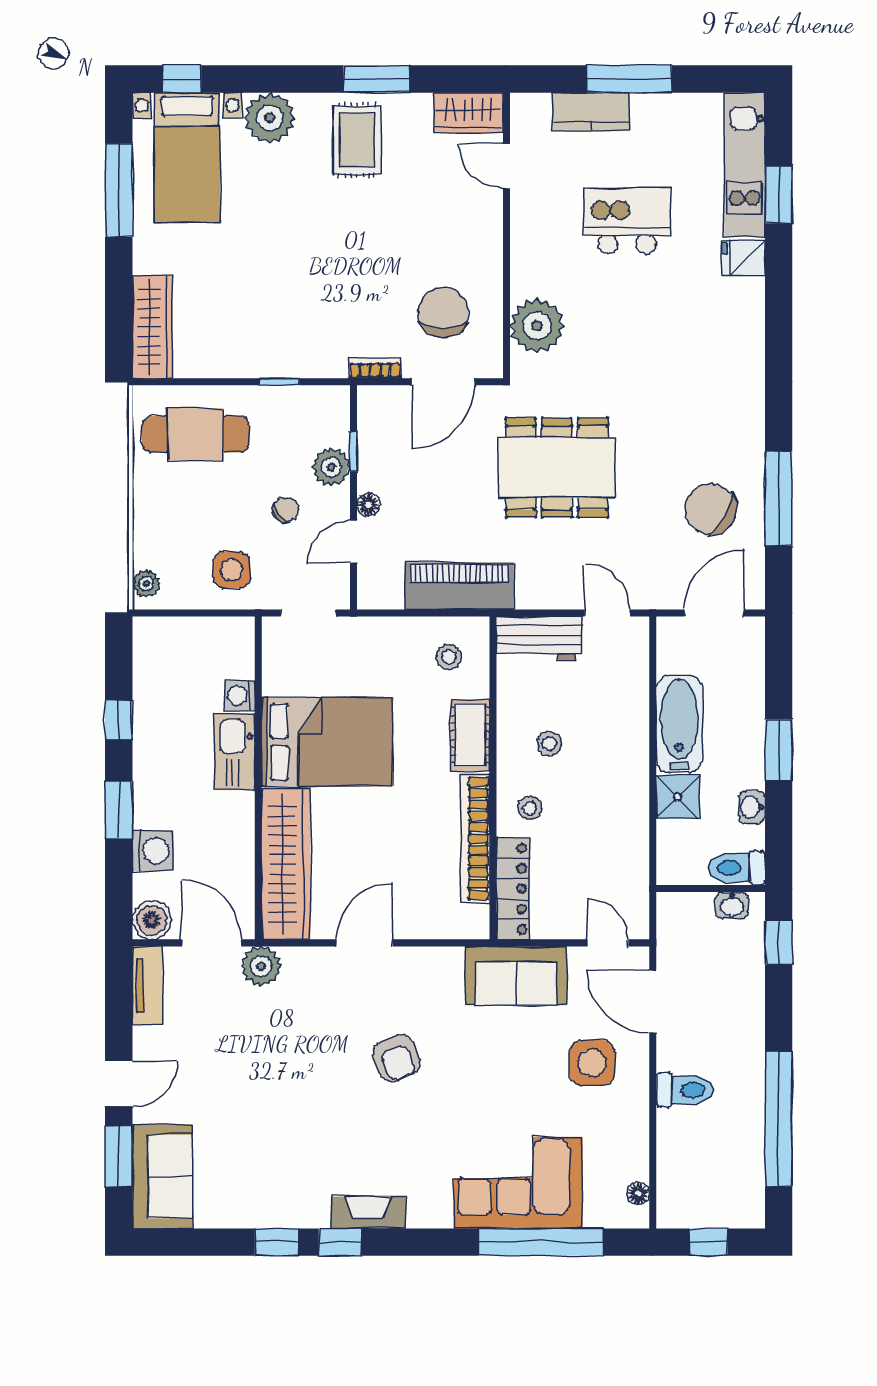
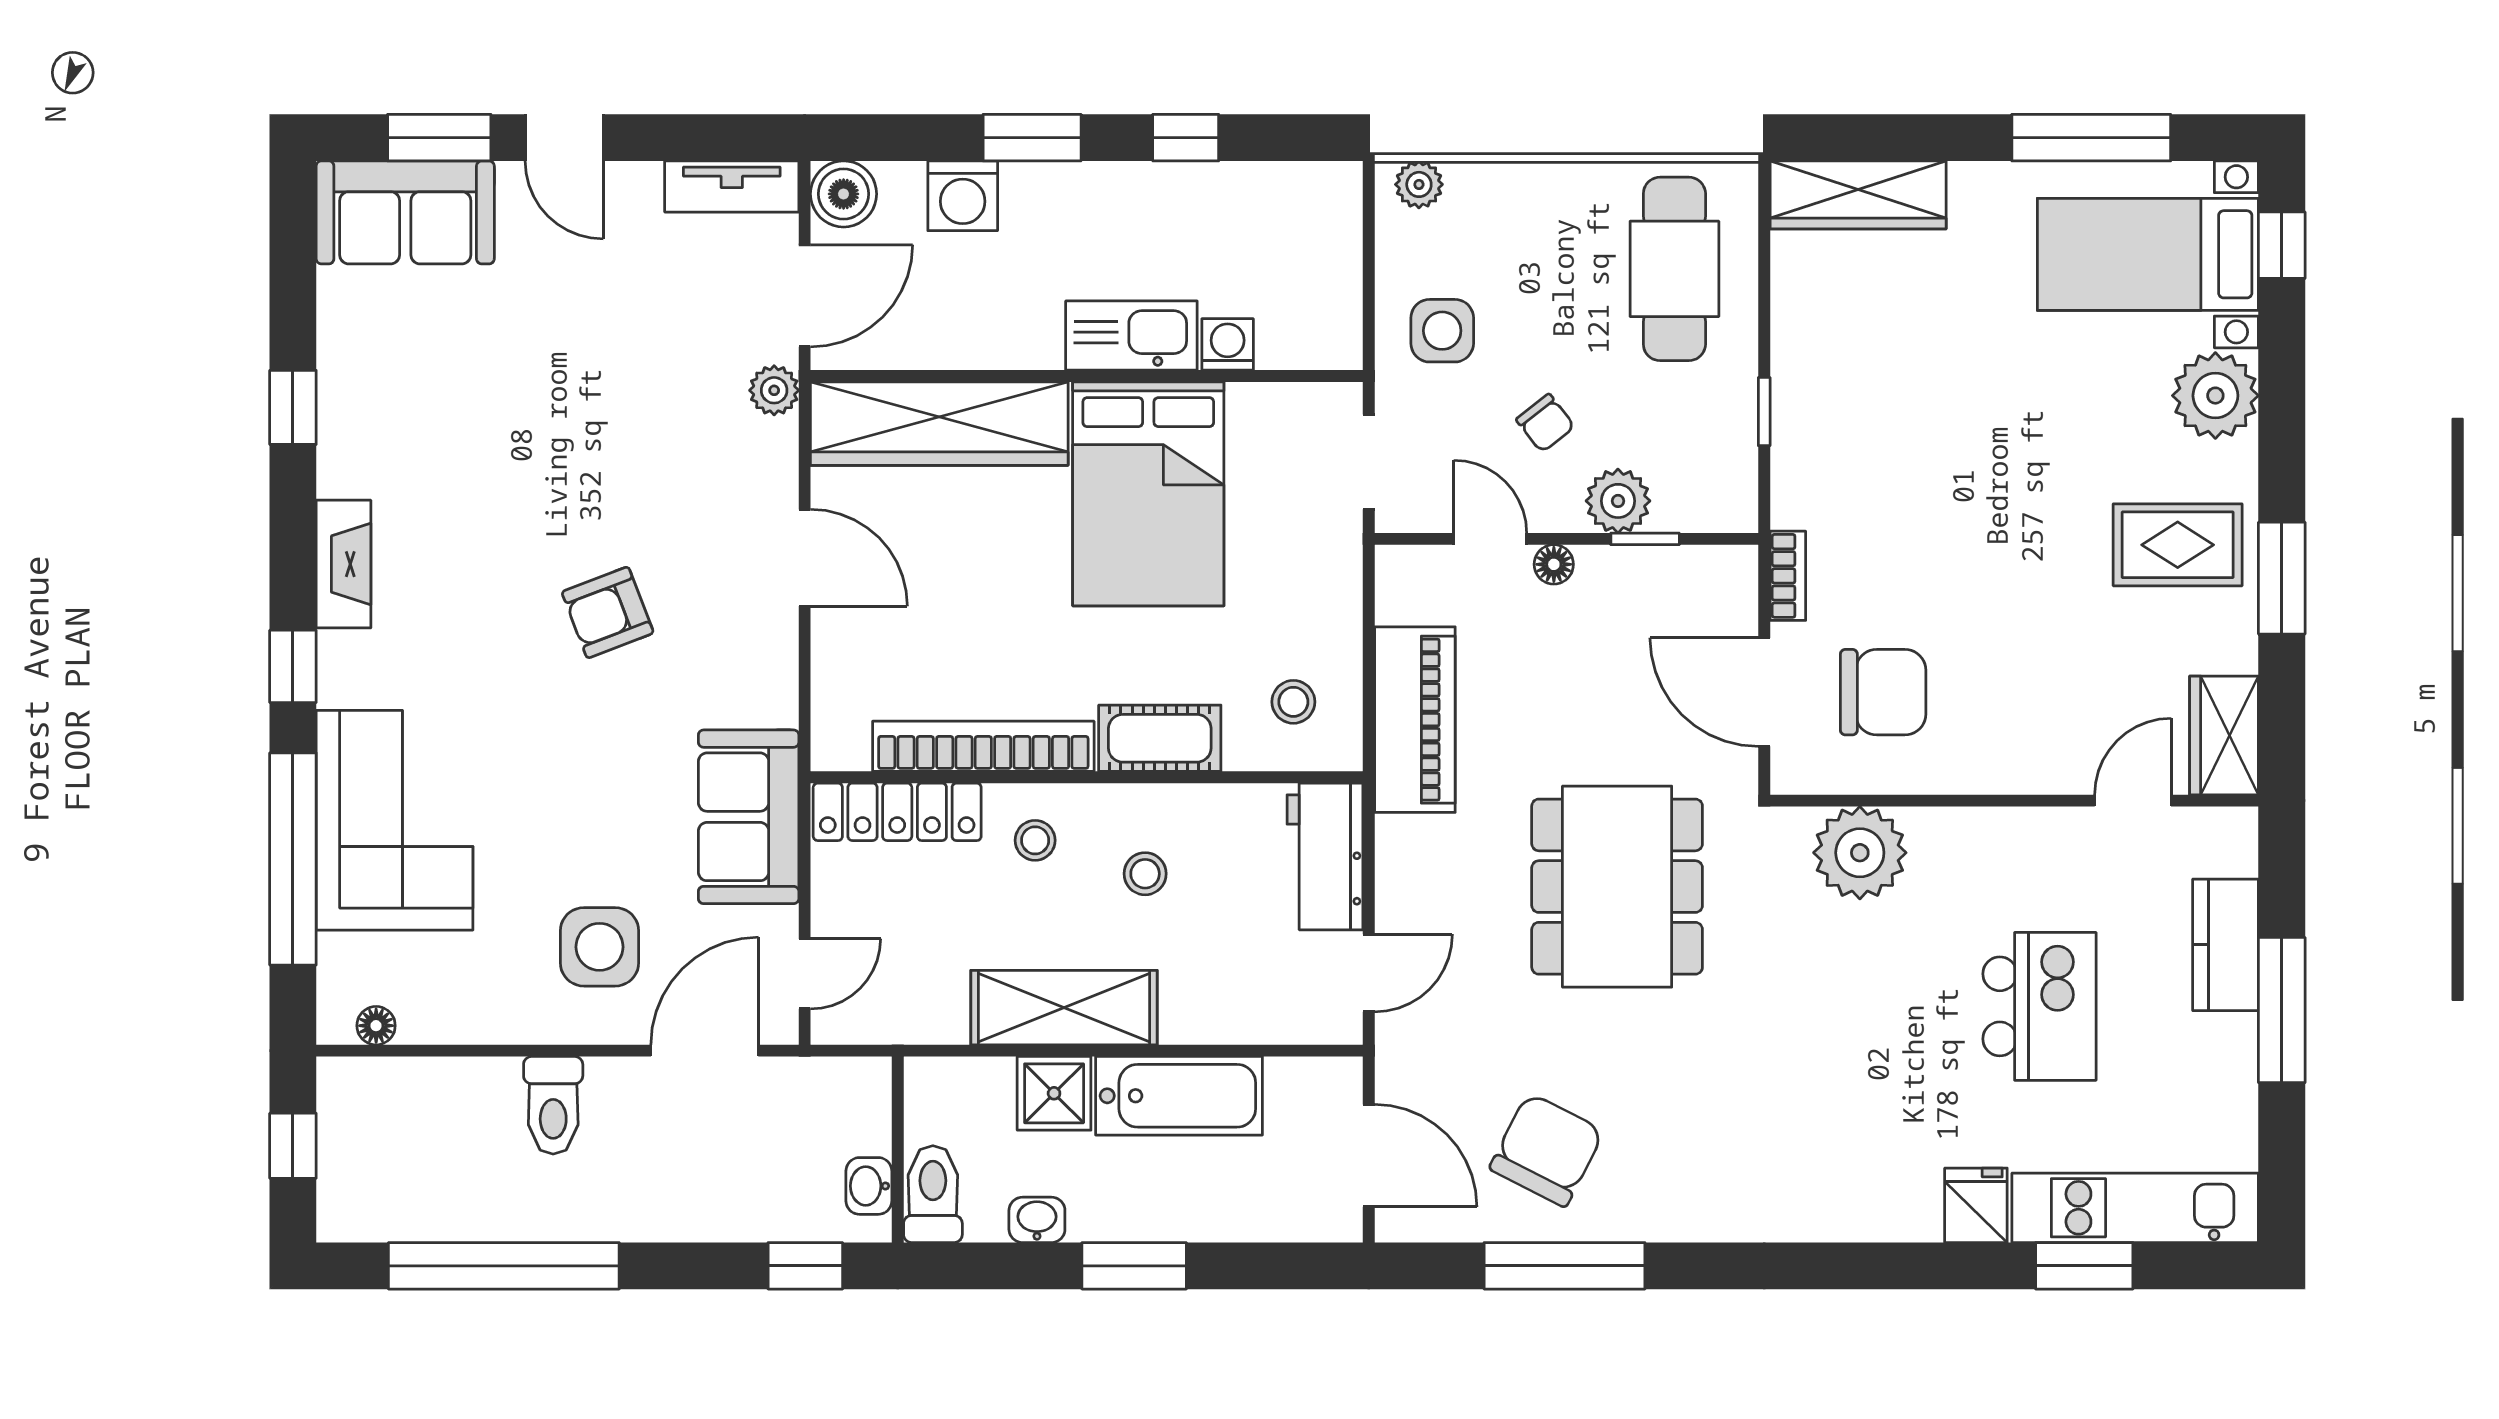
shelving: (628, 791) -> (1064, 1008), added
plant: (261, 966) -> (774, 390), width x0.73, depth x0.73
window: (340, 1242) -> (293, 666), moved

